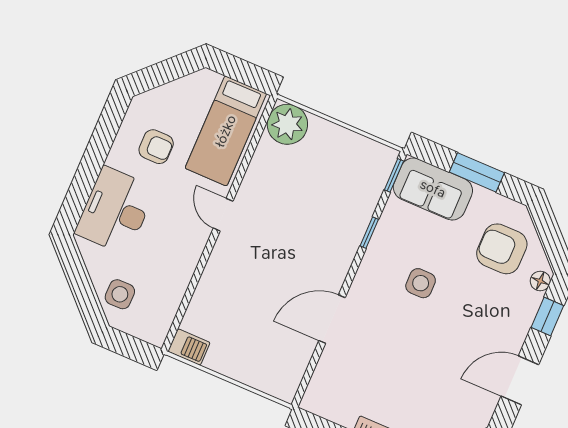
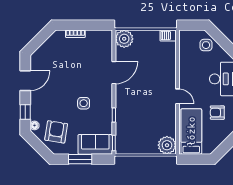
armchair: (502, 249) -> (56, 132), turned -81
plant: (281, 379) -> (124, 39), added

